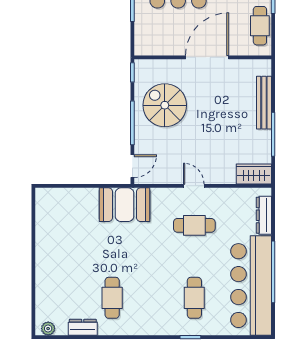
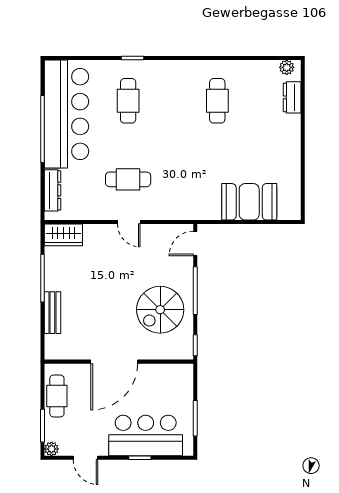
bench: (264, 103) -> (52, 313), width x0.73
spiral stairs: (165, 105) -> (160, 310), turned 90
booth: (125, 205) -> (249, 202), moved
dresser: (83, 327) -> (292, 97), moved, turned 90

